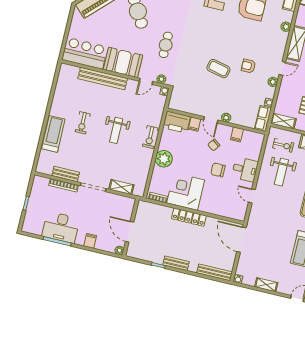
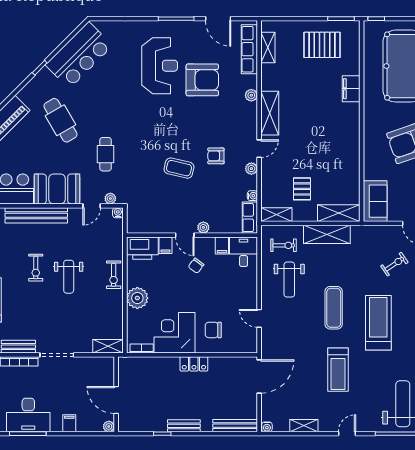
exercise bike: (83, 123) -> (36, 268), moved
desk: (245, 169) -> (244, 252), moved, turned -90
chair: (218, 170) -> (213, 330), moved
shelving: (121, 187) -> (108, 346), moved
locker: (189, 217) -> (194, 364), width x0.66
door: (241, 240) -> (259, 376), swing flipped

